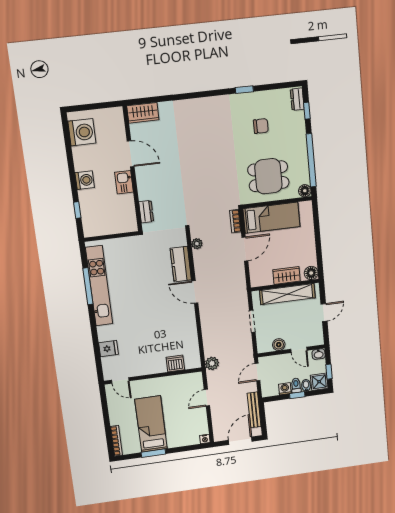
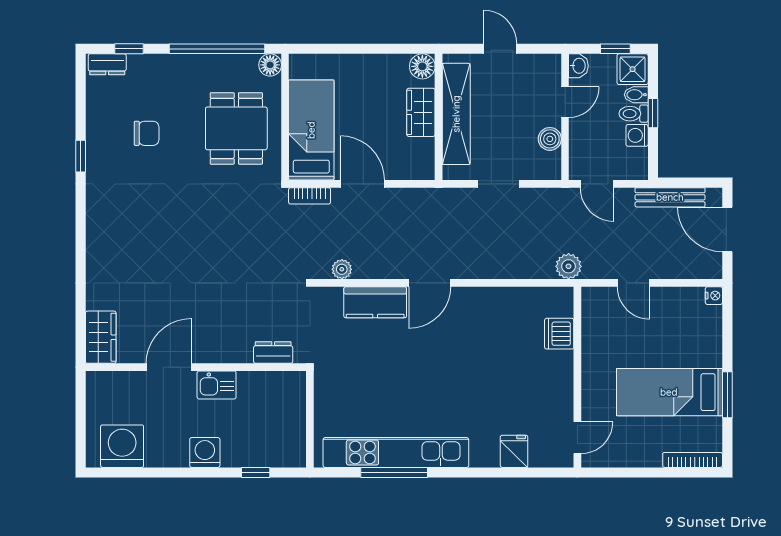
chair: (261, 126) -> (147, 133), turned 90

